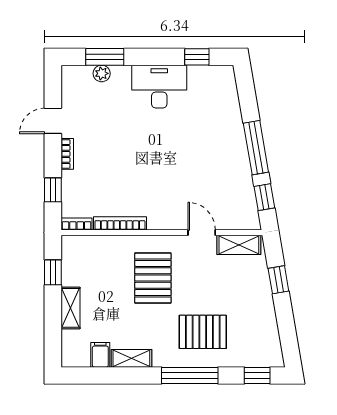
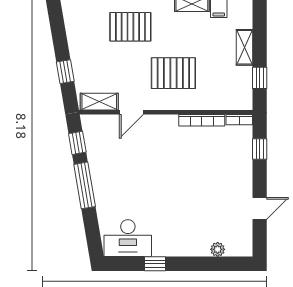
window: (105, 57) -> (215, 264), removed
window: (197, 57) -> (155, 264), moved
desk: (159, 87) -> (128, 238), moved
bookcase: (67, 154) -> (247, 180), removed
door: (202, 233) -> (131, 112), hinge flipped
pallet: (153, 278) -> (173, 73), turned 90

